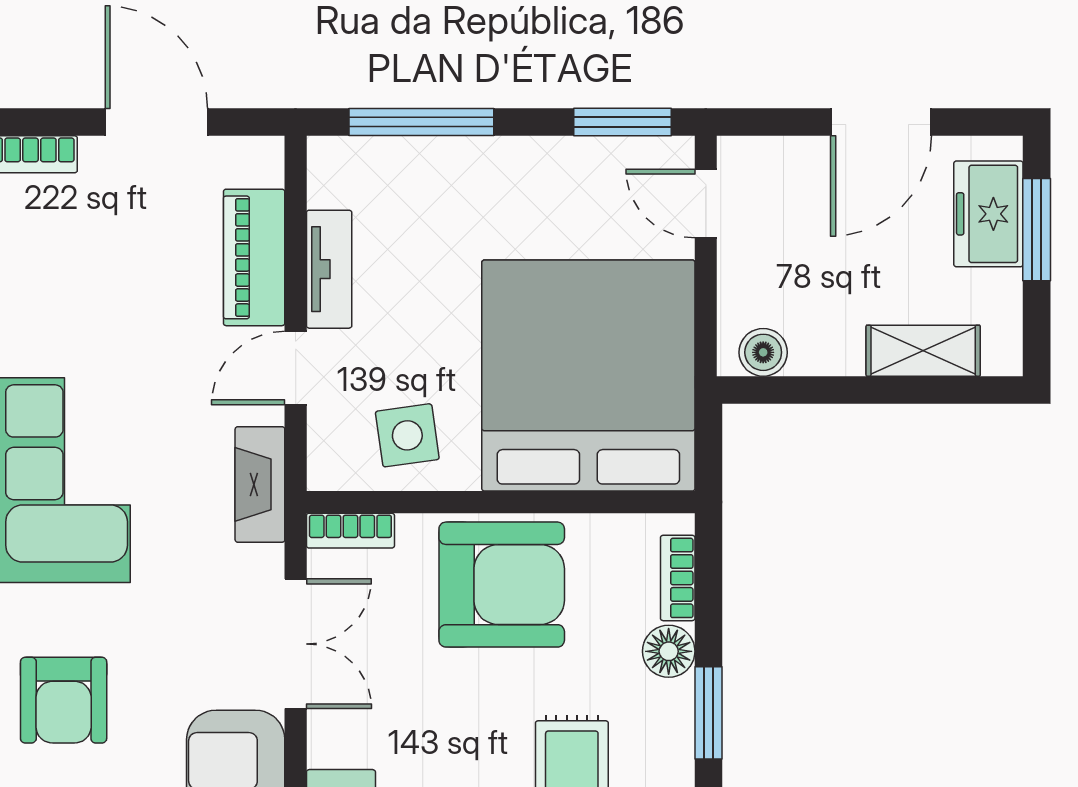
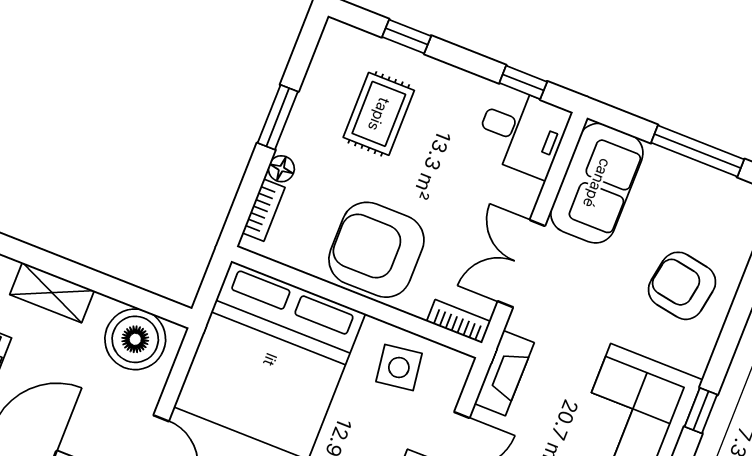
boiler: (763, 352) -> (135, 339), width x1.86, depth x1.86
floor lamp: (669, 651) -> (281, 169), width x0.73, depth x0.73
armchair: (64, 700) -> (682, 286), turned -80

